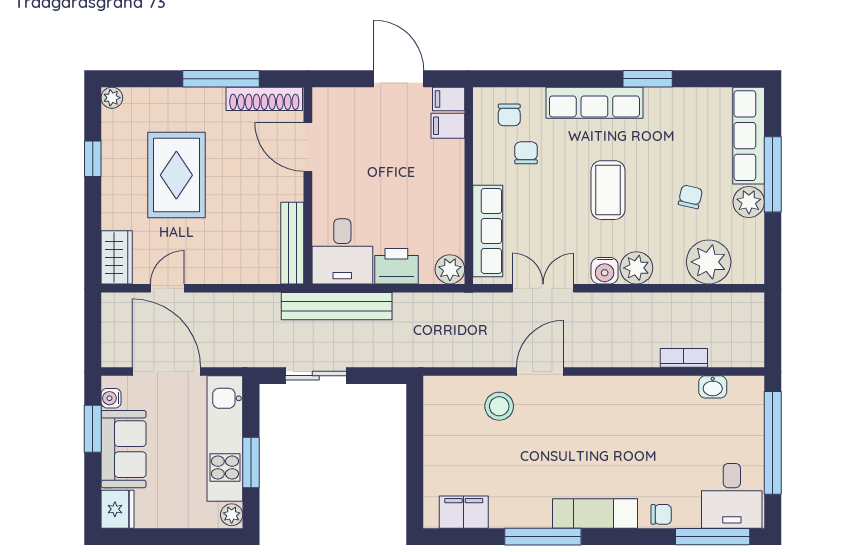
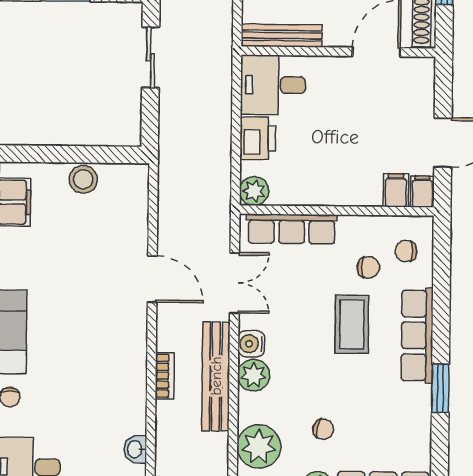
coffee table: (608, 190) -> (352, 324), moved, turned 90
bench: (337, 306) -> (216, 376), moved
bookcase: (684, 358) -> (165, 376), moved
stool: (499, 406) -> (83, 179), moved

